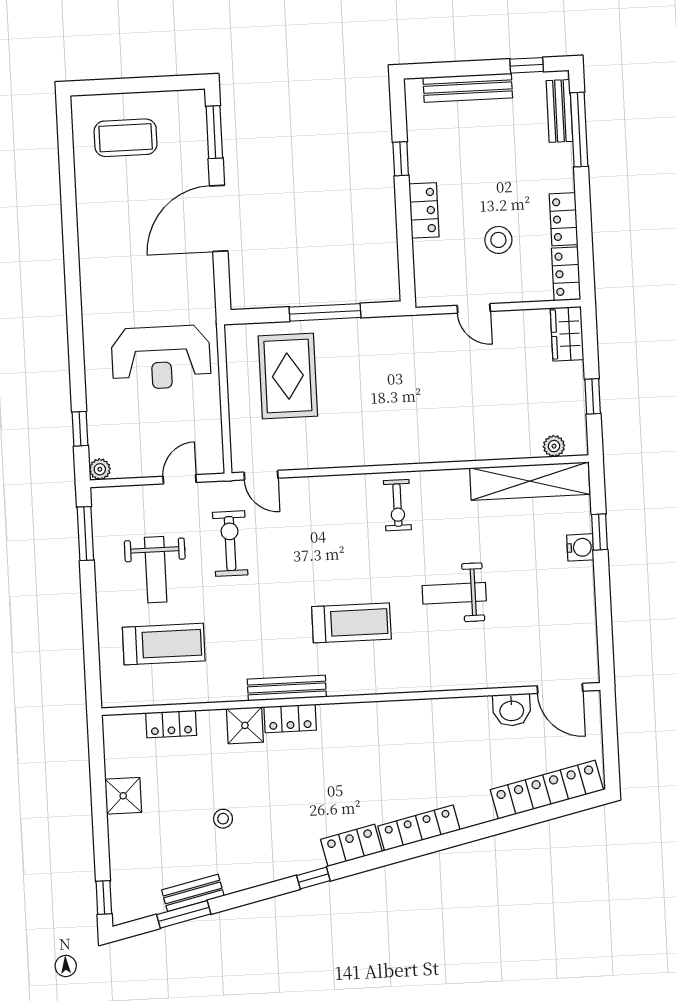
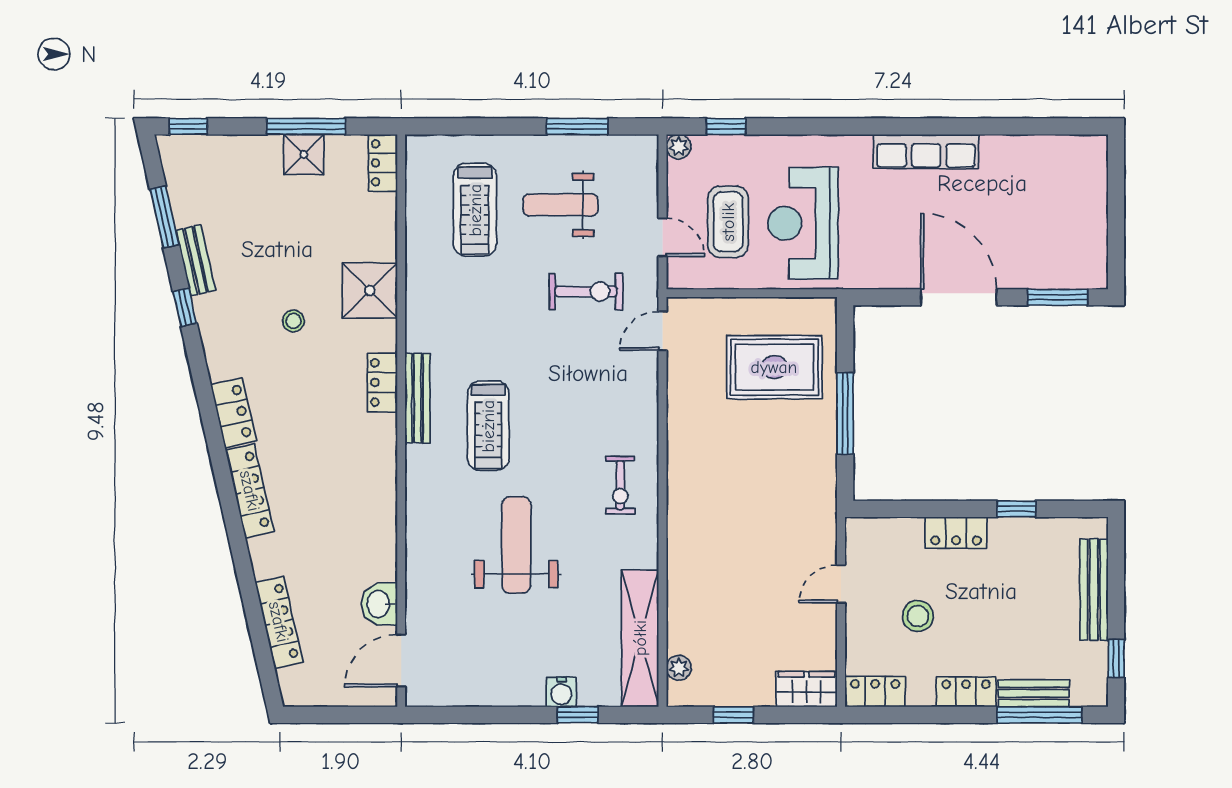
bench: (559, 111) -> (1034, 693), moved
coffee table: (126, 138) -> (728, 222), moved
locker: (564, 219) -> (966, 692), moved
row of seats: (93, 253) -> (926, 151), added
exercise bike: (397, 505) -> (620, 485), turned -90
window: (85, 534) -> (577, 126), moved
weight bench: (454, 593) -> (516, 545), width x1.36, depth x1.33
bench: (287, 688) -> (417, 398), moved
locker: (290, 718) -> (382, 382), moved
locker: (171, 724) -> (383, 163), moved
shower: (245, 725) -> (370, 291), width x1.36, depth x1.36
locker: (547, 790) -> (279, 622), width x0.71, depth x0.83
window: (99, 795) -> (306, 126), added
stool: (223, 819) -> (293, 321), moved
window: (313, 878) -> (185, 307), moved
bench: (193, 893) -> (196, 260), moved

